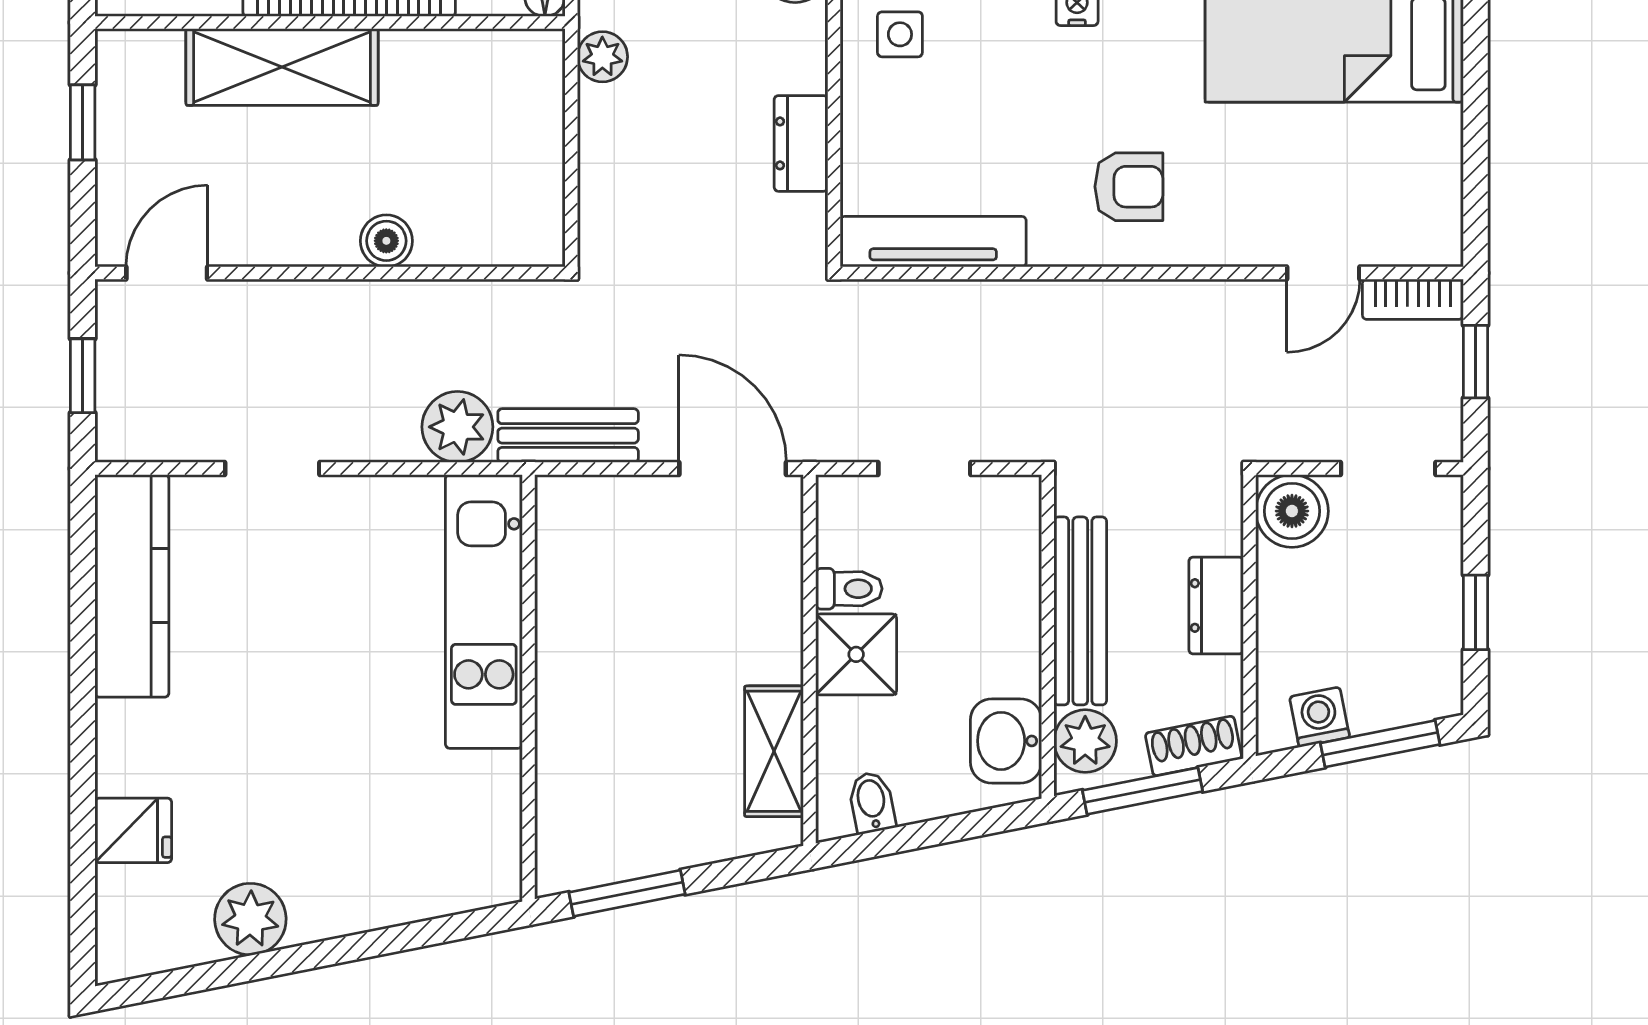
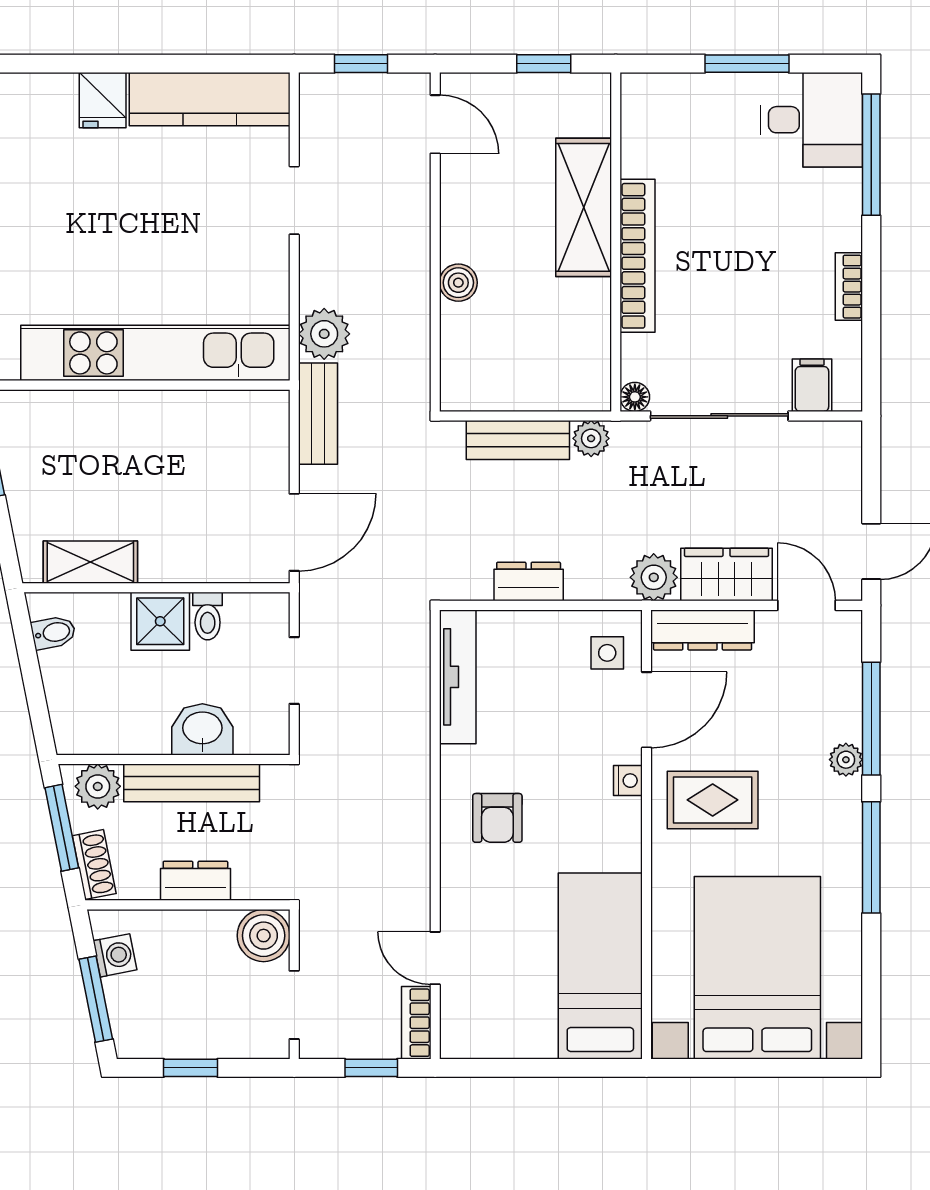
bench: (605, 158) -> (518, 440), added
kitchen unit: (484, 611) -> (155, 353), width x1.36
washbasin: (1006, 741) -> (202, 729), moved
fridge: (133, 830) -> (103, 100), moved

